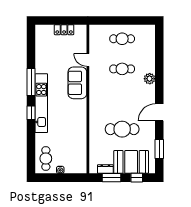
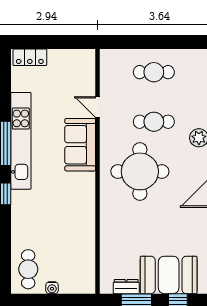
locker: (64, 30) -> (30, 57), moved
round table: (114, 99) -> (140, 171), added
kitchen unit: (41, 103) -> (21, 141), moved
cafe table: (122, 129) -> (154, 221), removed

